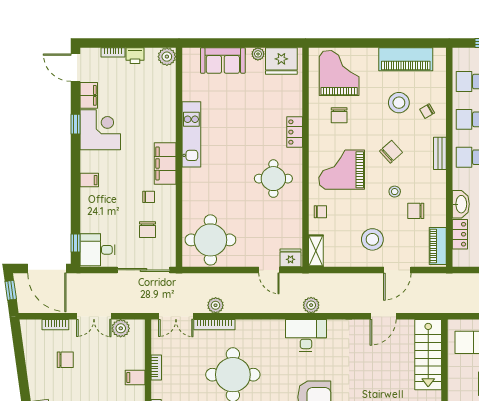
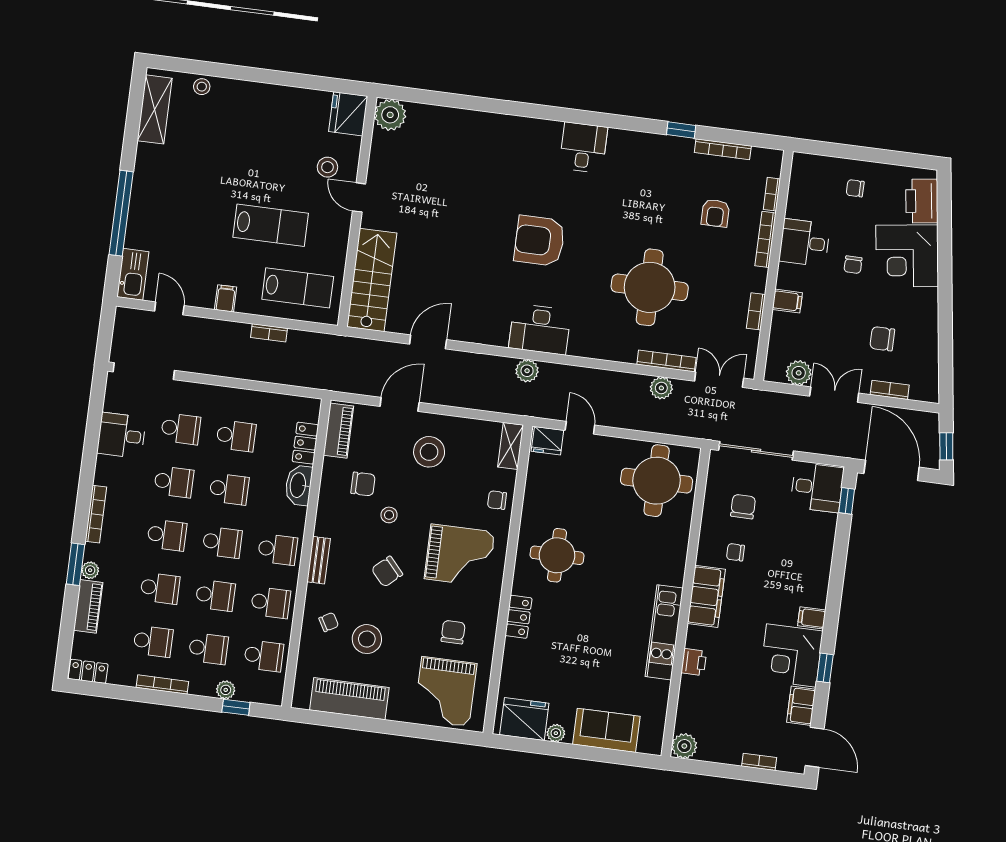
printer: (135, 56) -> (694, 662), moved, turned 90
filing cabinet: (89, 180) -> (812, 618), moved

